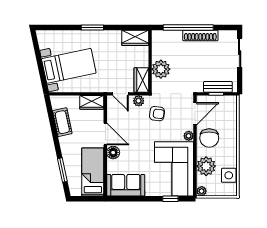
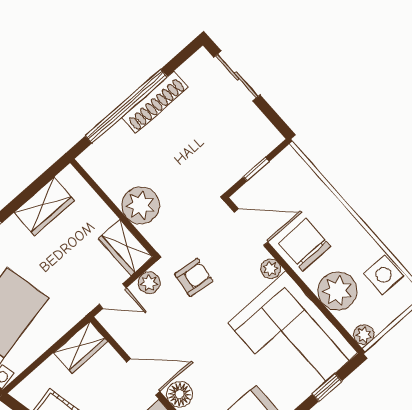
wardrobe: (135, 38) -> (44, 207), moved
bench: (218, 87) -> (250, 156), removed
door: (195, 114) -> (251, 227), hinge flipped
chair: (209, 138) -> (305, 245), turned 180

